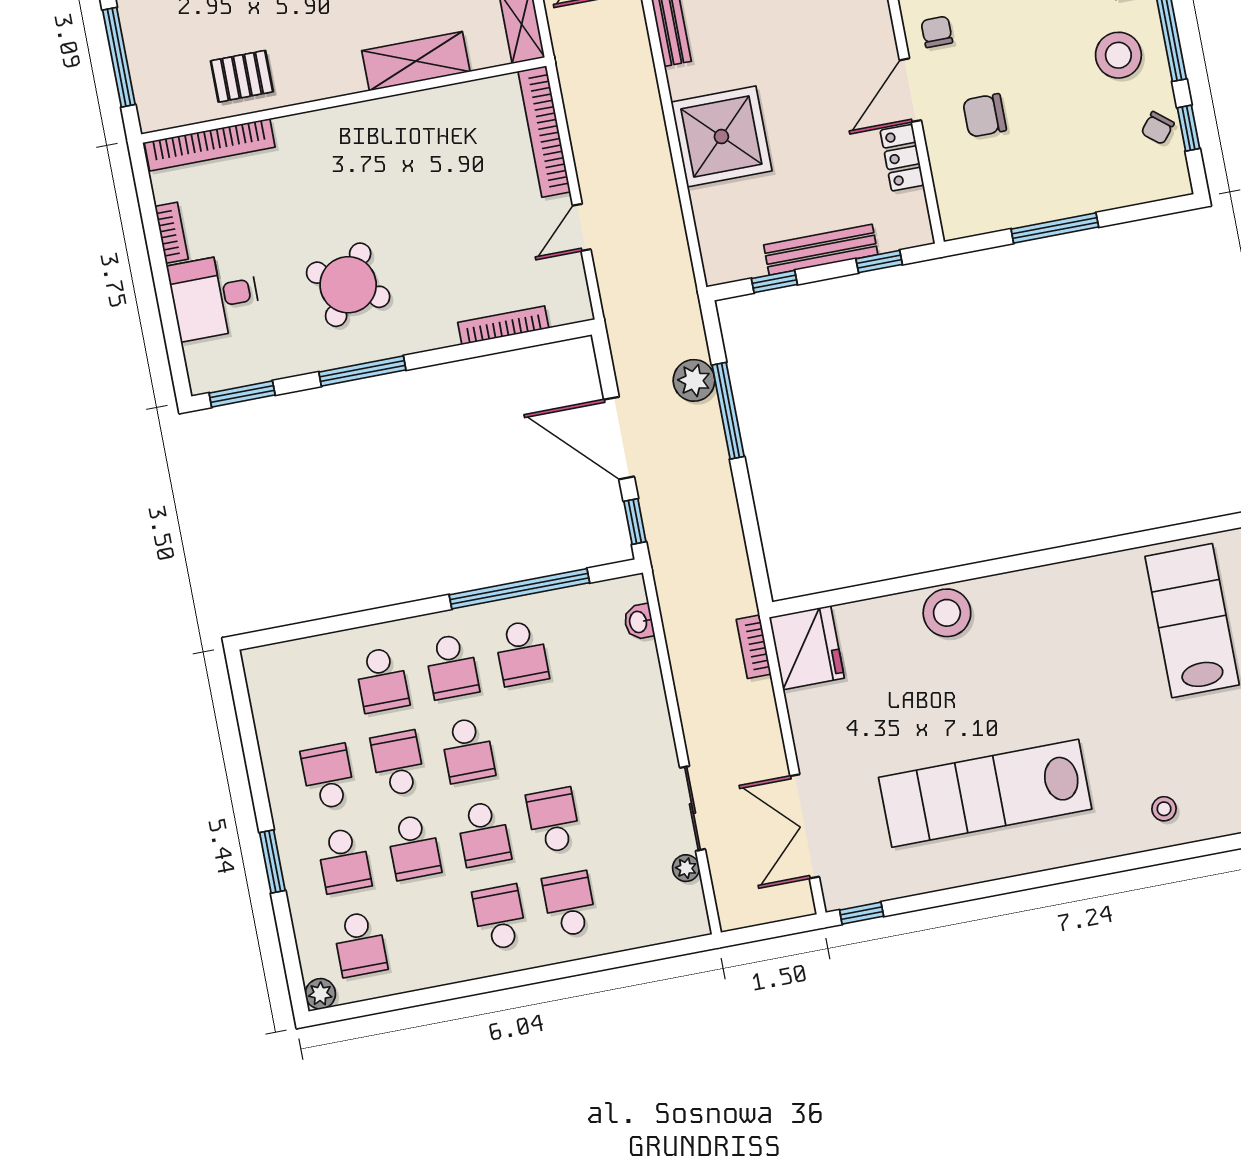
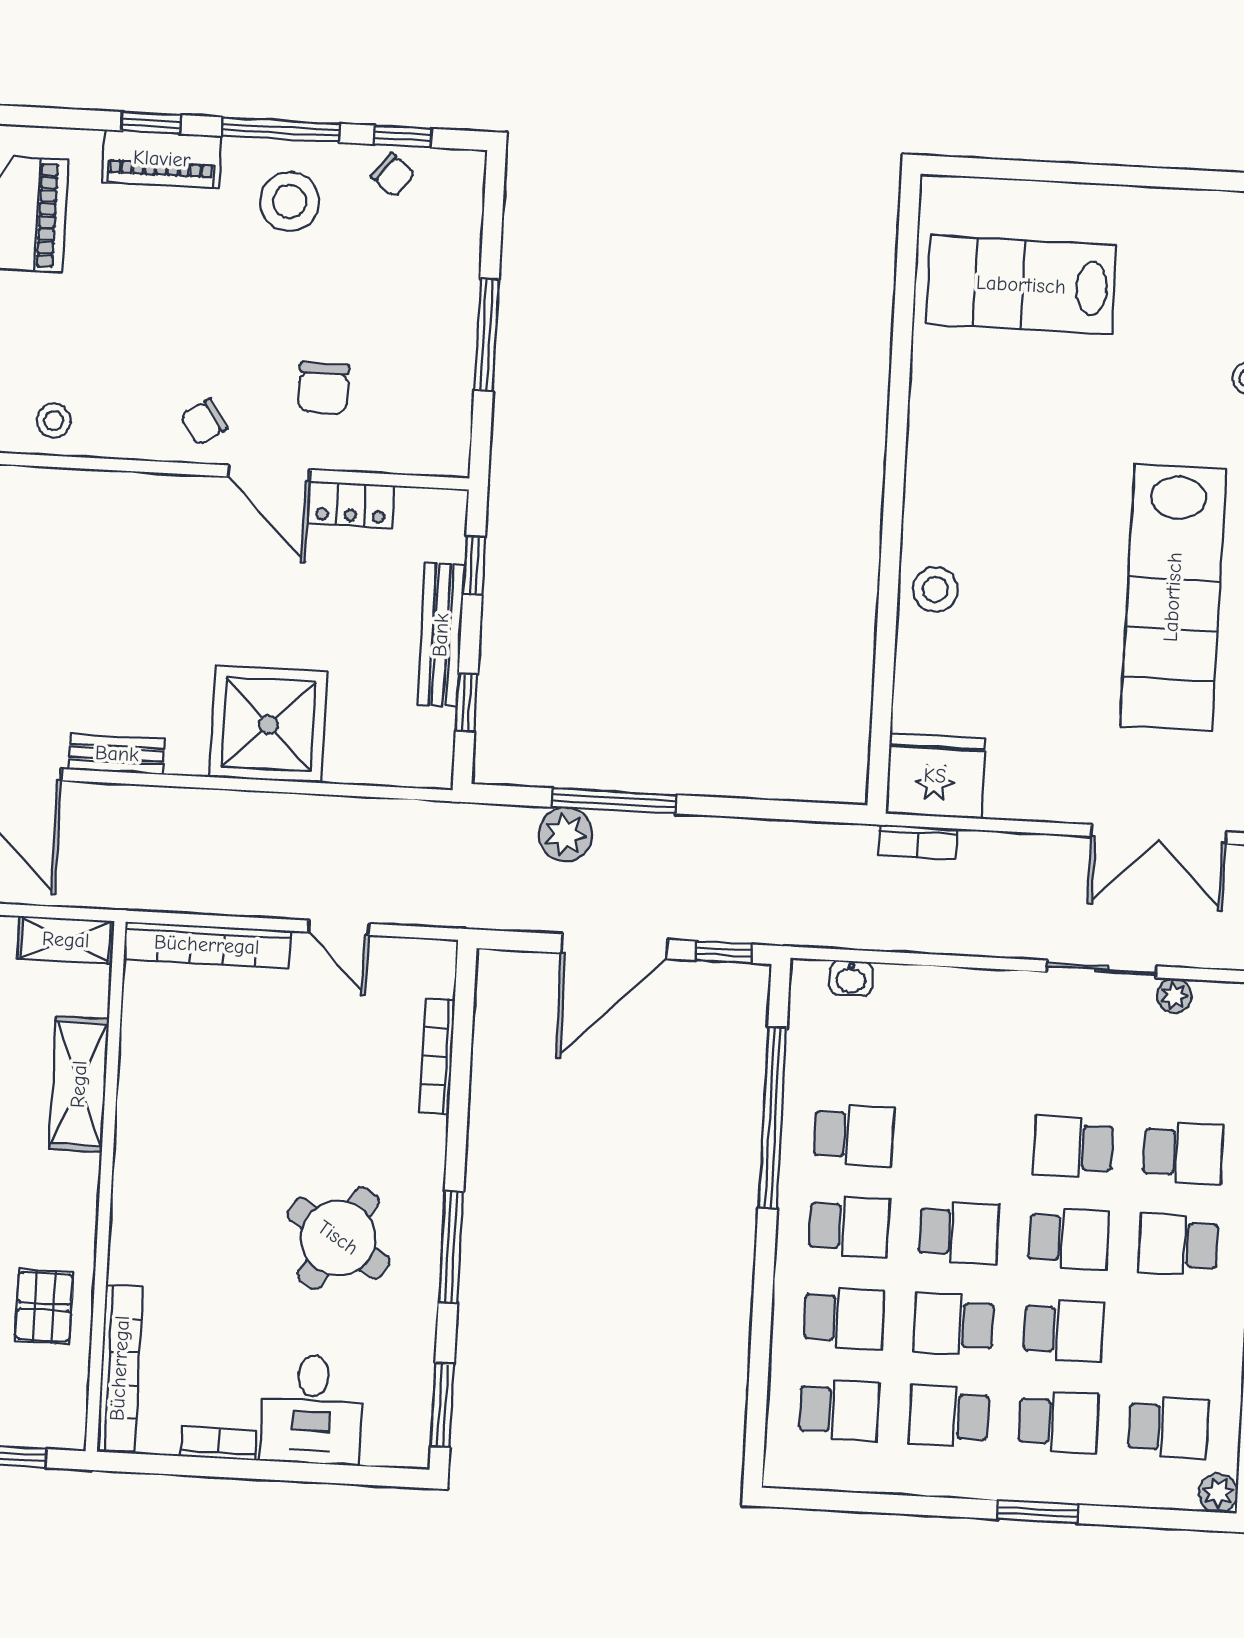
chair: (937, 32) -> (204, 422), turned -34
stool: (947, 613) -> (935, 589), width x0.73, depth x0.73
school desk: (312, 693) -> (839, 1410), added
school desk: (569, 904) -> (1183, 1153), turned 180

